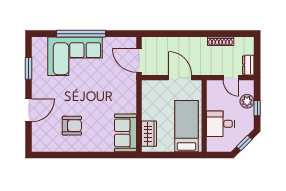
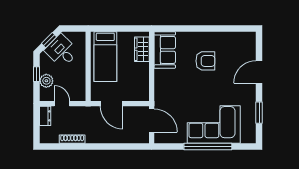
desk: (221, 124) -> (62, 51), moved, turned -135
armchair: (72, 126) -> (205, 61), moved, turned 180

